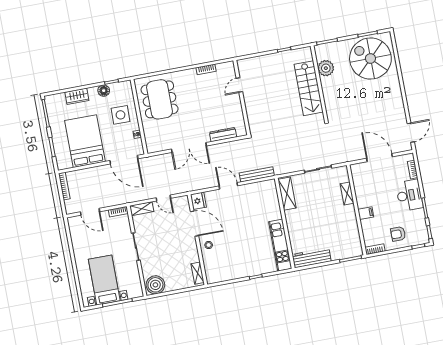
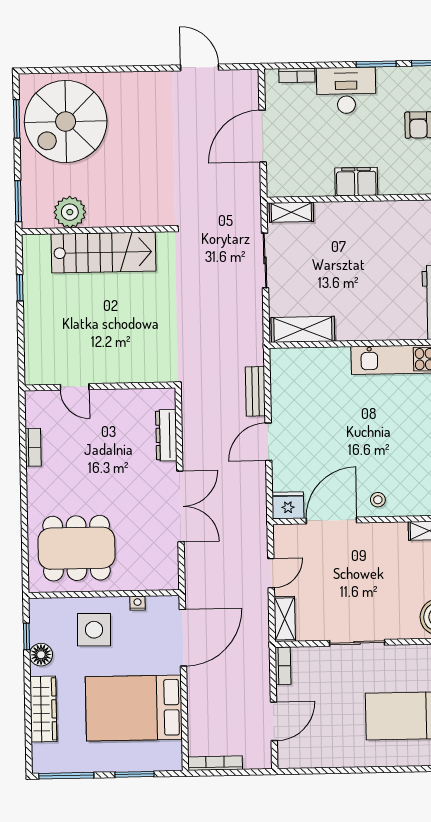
wardrobe: (77, 96) -> (43, 709), width x1.50
door: (411, 133) -> (200, 67), moved
bench: (257, 174) -> (255, 391), width x0.73
shelving: (347, 193) -> (291, 212), moved
filing cabinet: (366, 213) -> (356, 182), width x2.00

